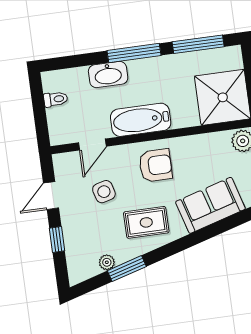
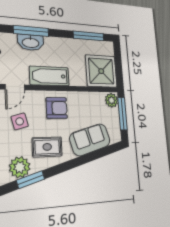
window: (134, 53) -> (31, 31), moved
plant: (107, 262) -> (20, 167), width x1.88, depth x1.88

